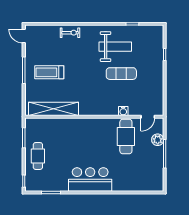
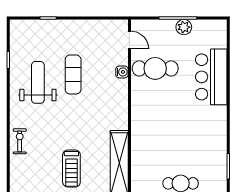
plant: (158, 140) -> (184, 27), moved
bar counter: (90, 179) -> (211, 77), moved

